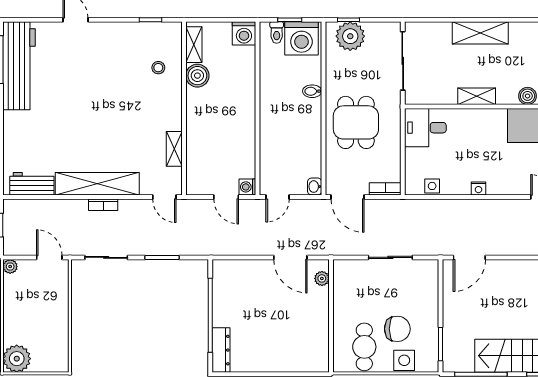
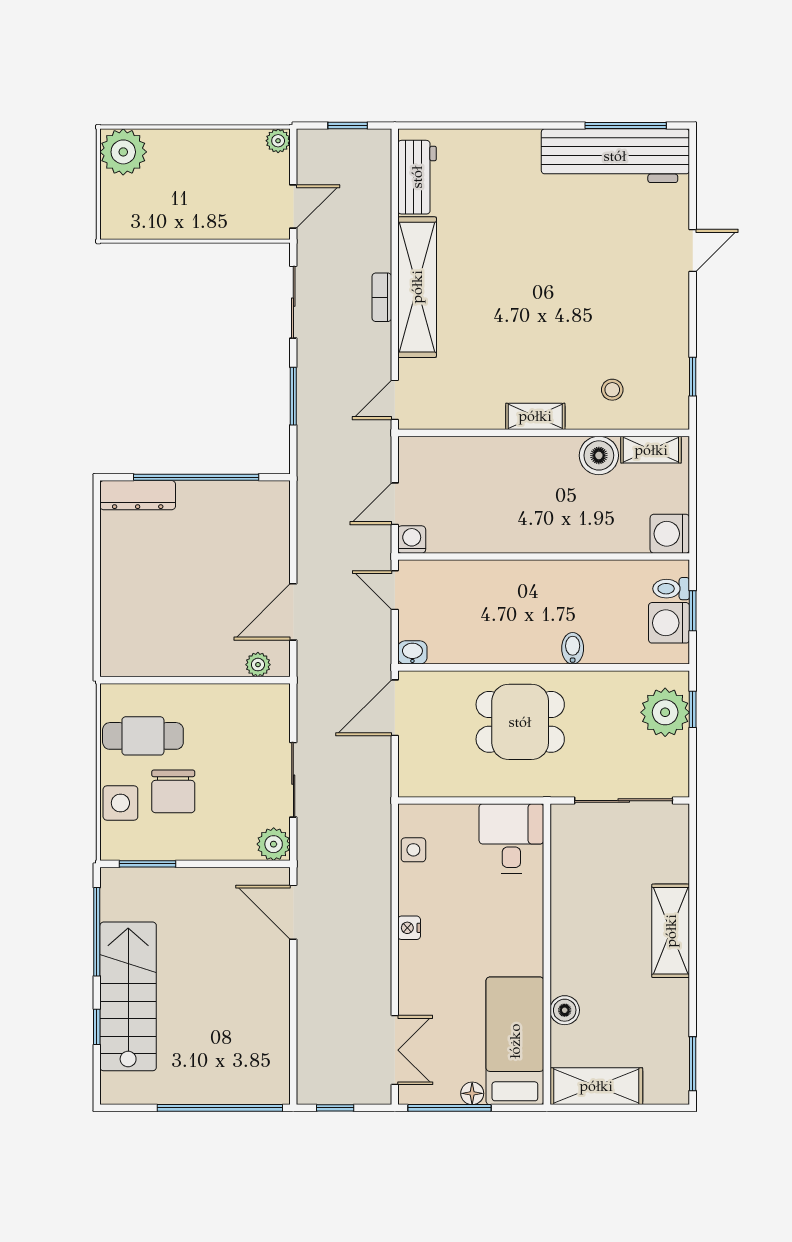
washing machine: (301, 38) -> (669, 623), width x0.73, depth x0.73
shelving: (477, 96) -> (564, 925), removed
shelving: (174, 149) -> (535, 416), moved
bookcase: (385, 189) -> (408, 771), removed
plant: (429, 269) -> (274, 844), added

